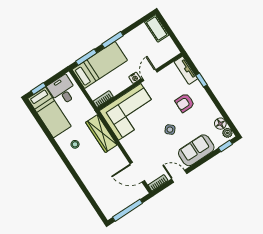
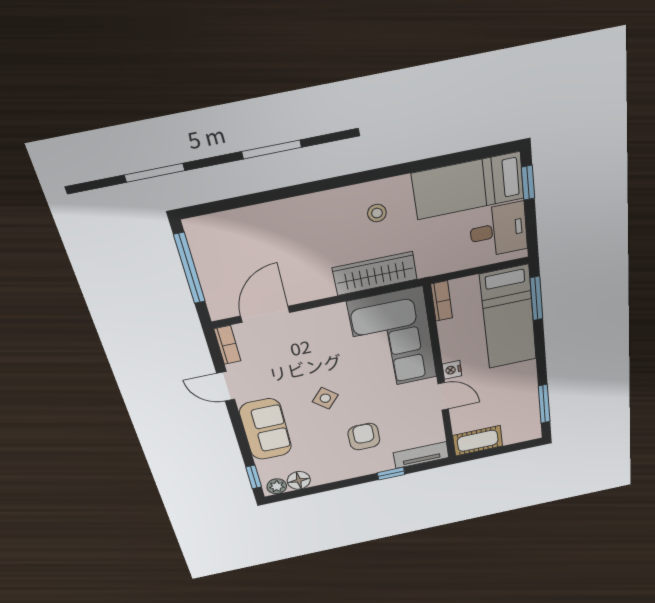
cot: (157, 28) -> (478, 441), moved
window: (113, 40) -> (544, 404), moved
door: (179, 176) -> (226, 386), swing flipped

